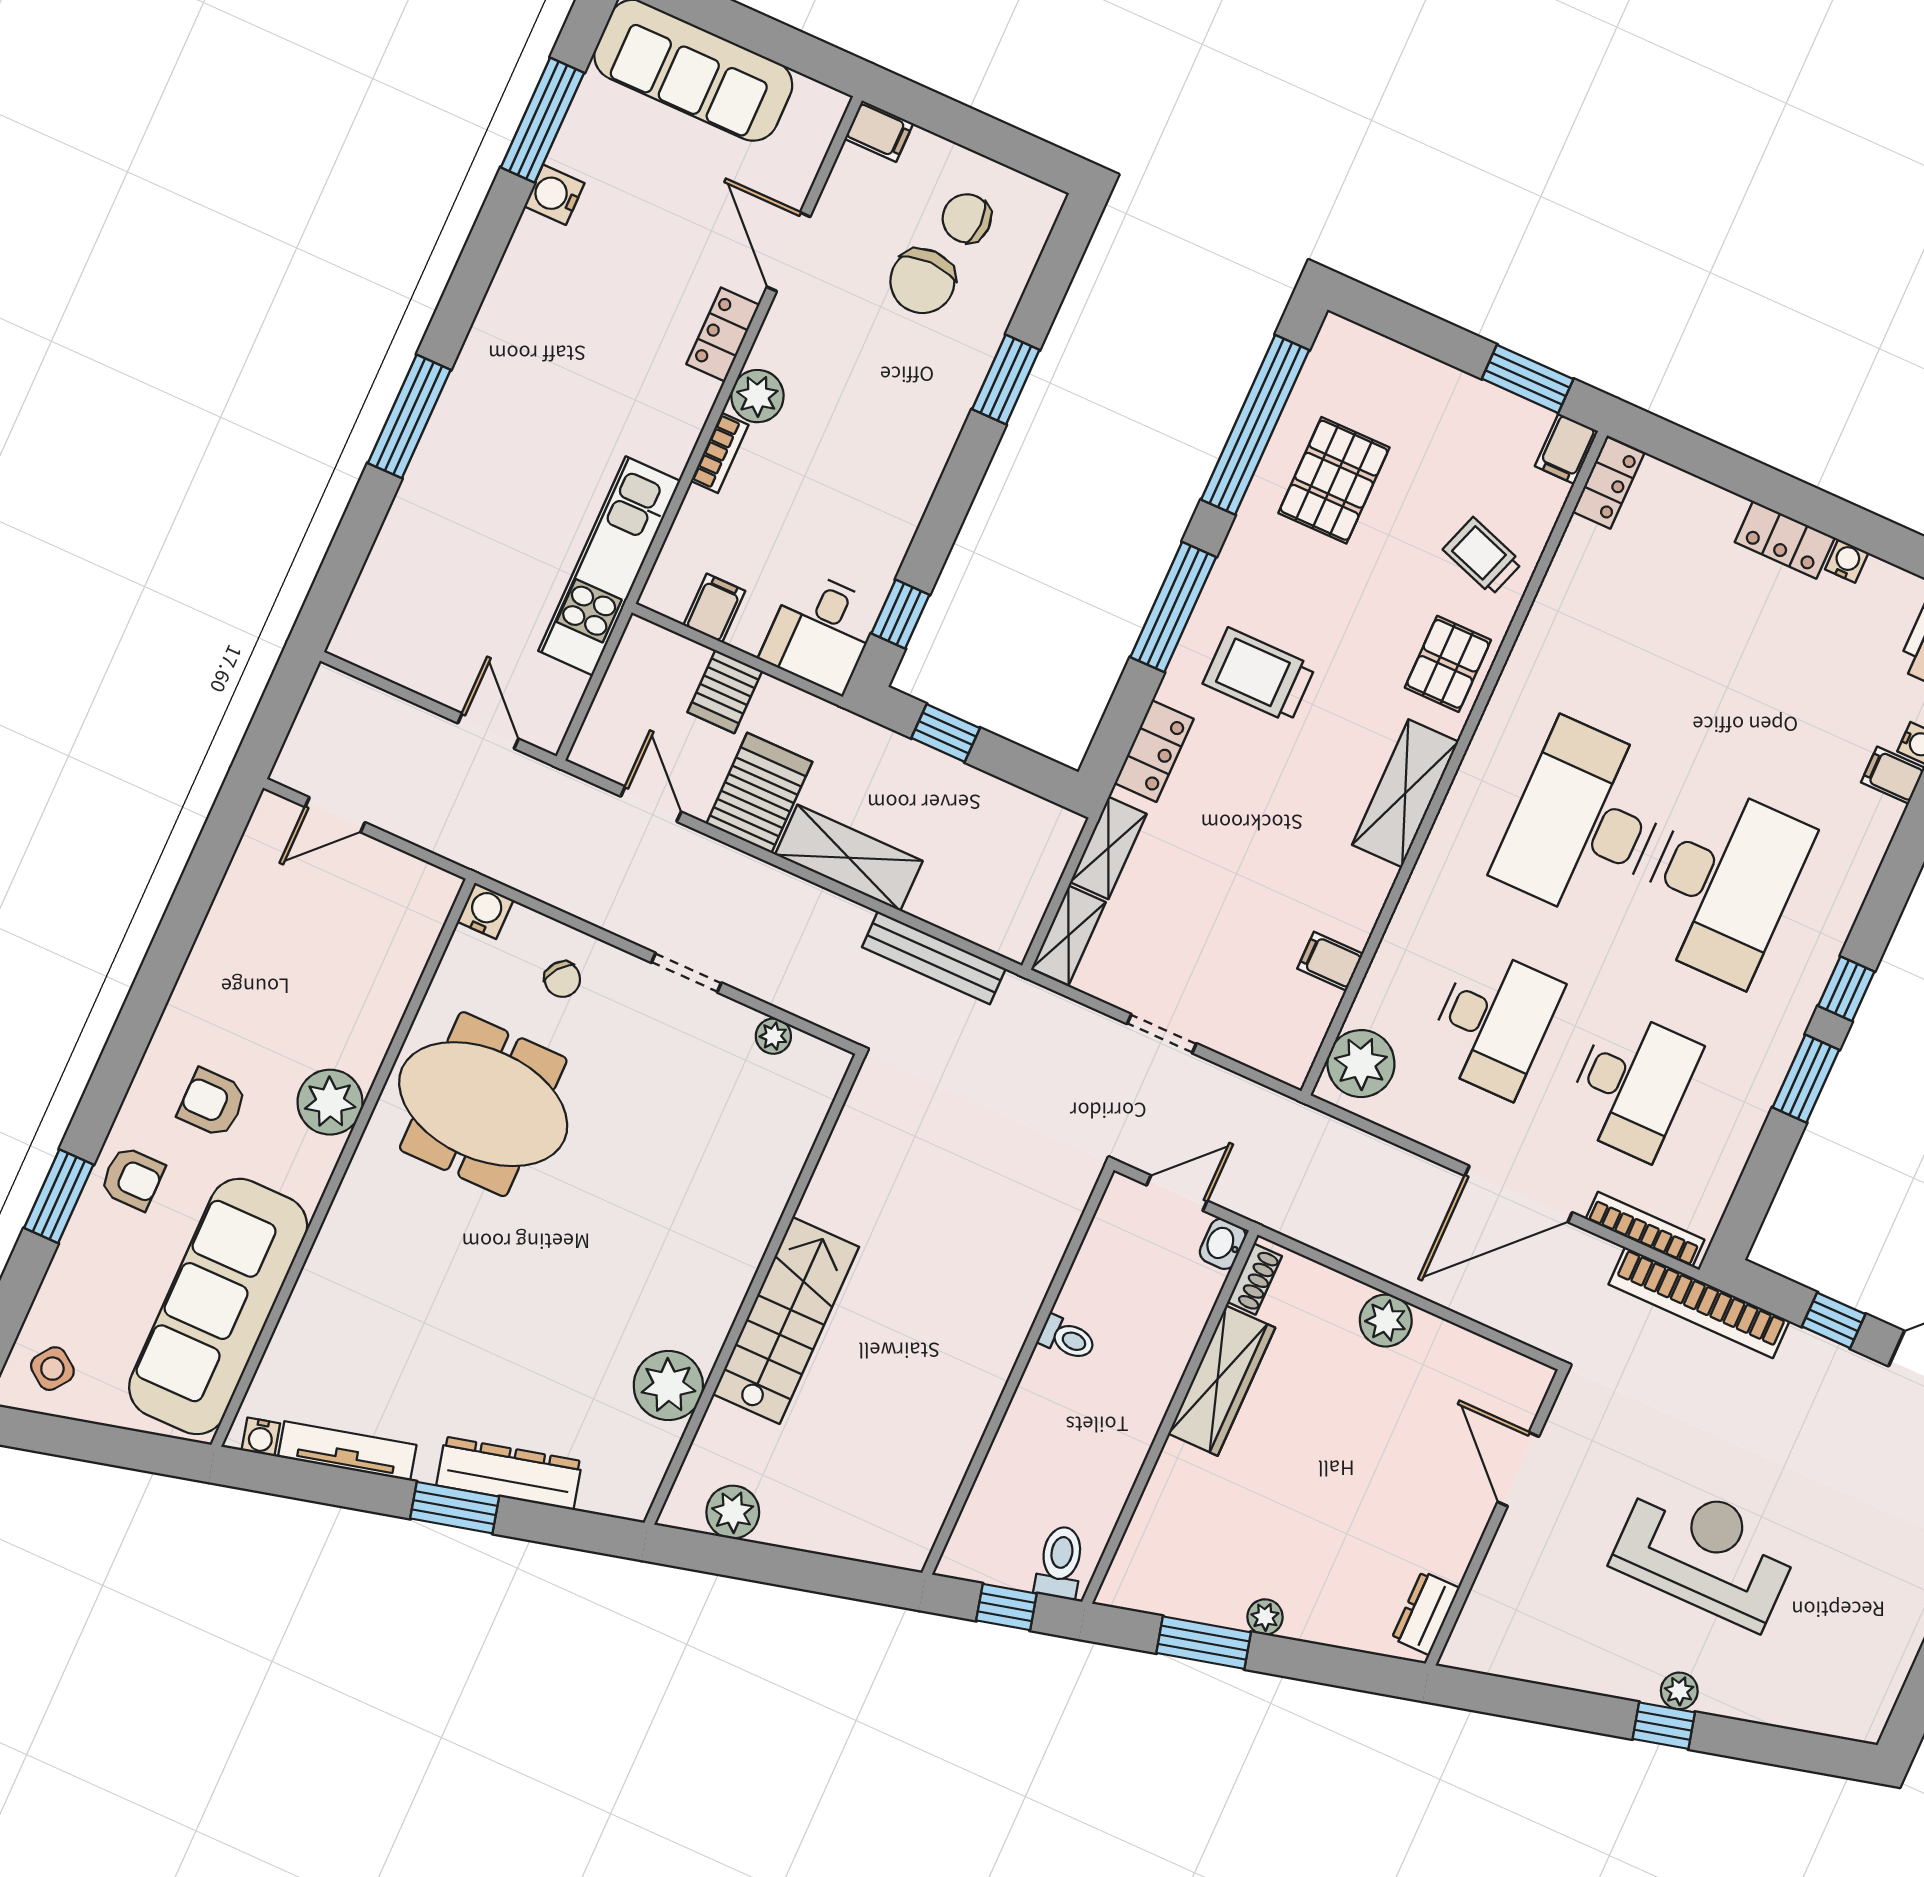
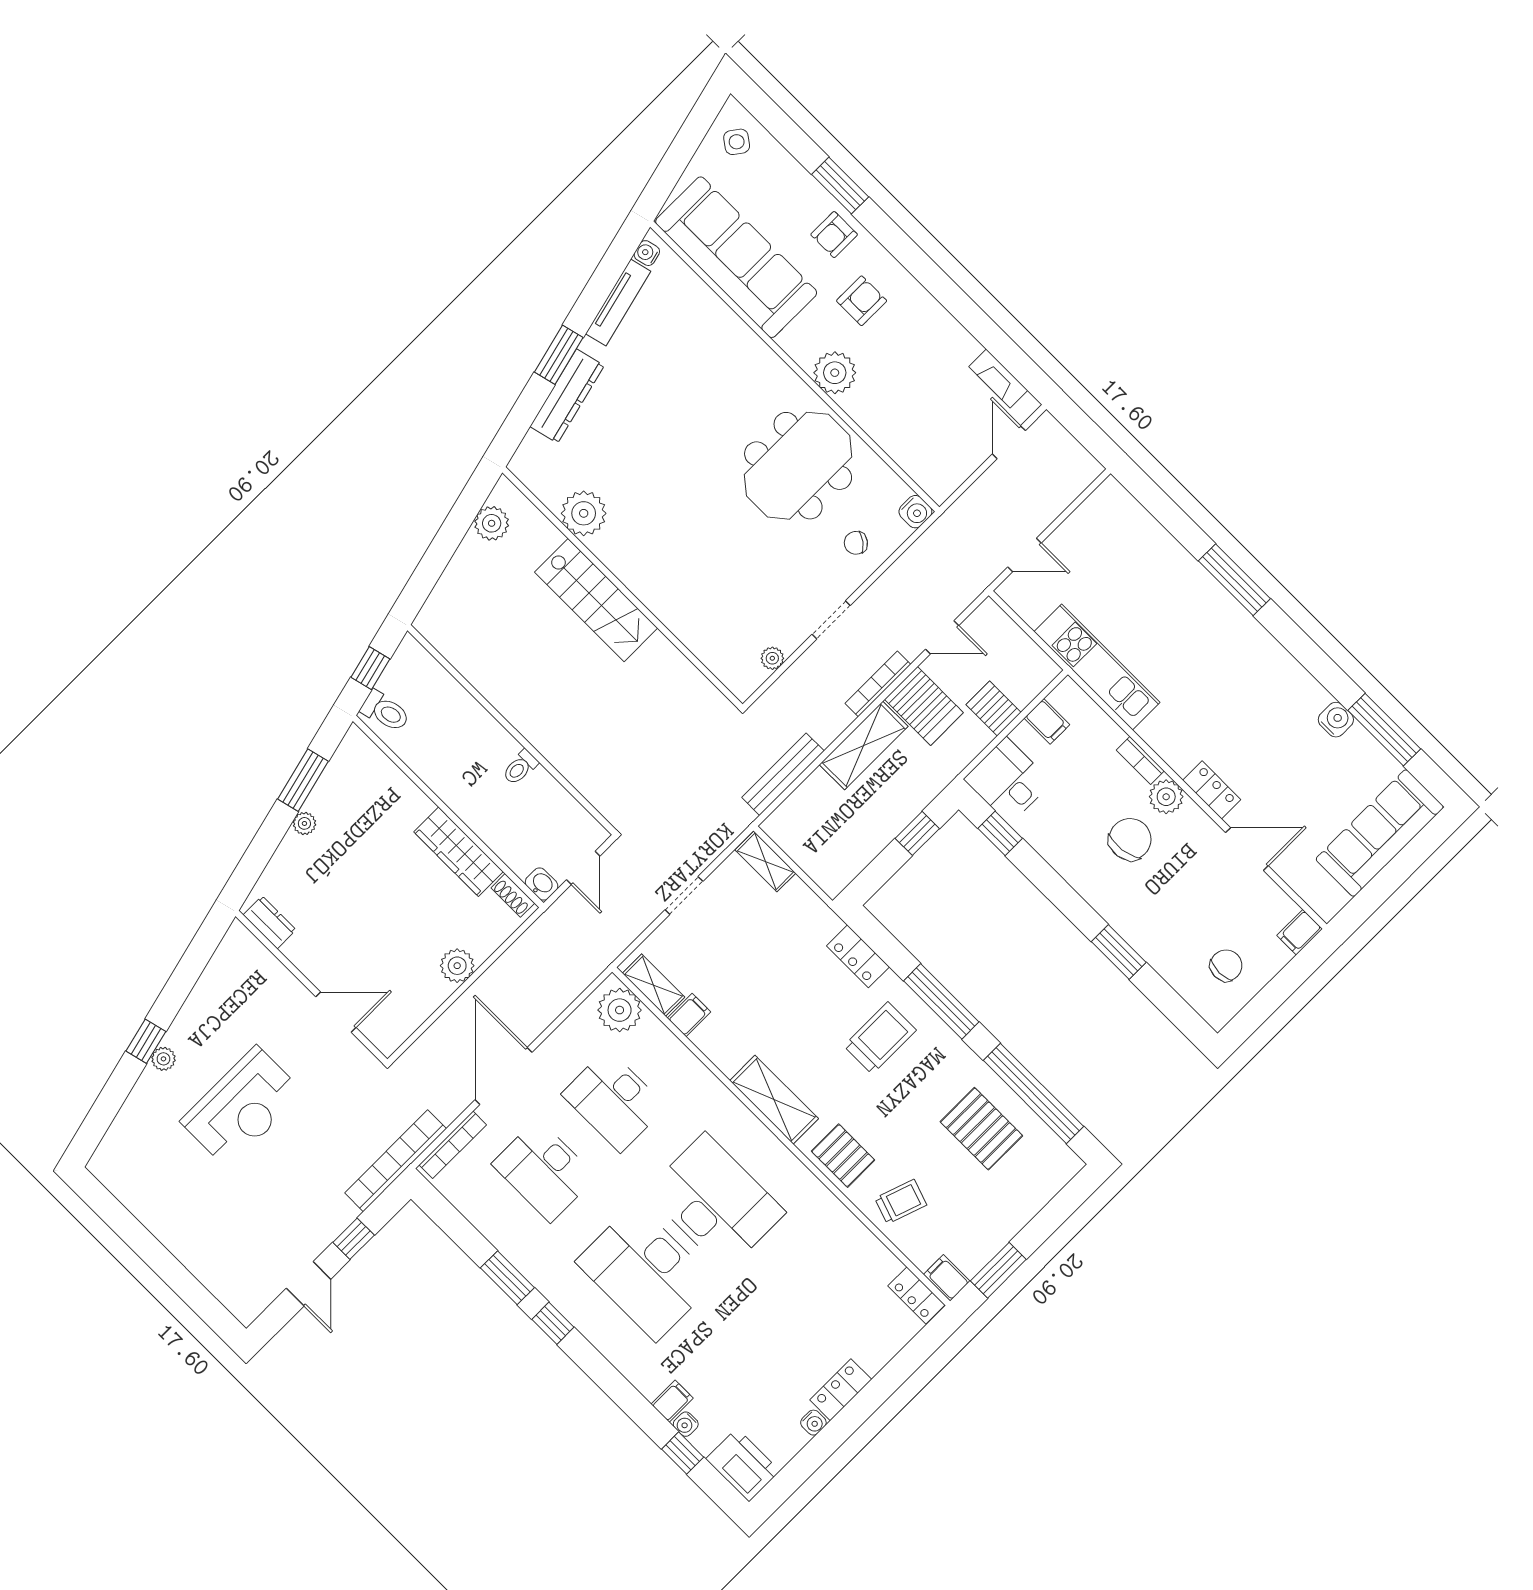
chair: (922, 281) -> (1130, 839), moved, turned 82
shelving: (1108, 848) -> (654, 985), moved
fireplace: (249, 865) -> (998, 379), added
bookcase: (753, 871) -> (878, 684), added

